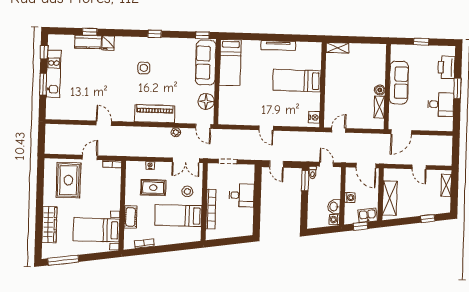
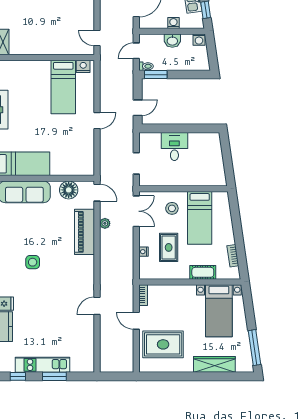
bed: (297, 81) -> (63, 87), moved
piano: (155, 114) -> (84, 232), moved
door: (203, 126) -> (97, 193), hinge flipped
washbasin: (334, 207) -> (172, 41), moved
bookcase: (211, 209) -> (191, 181), removed

